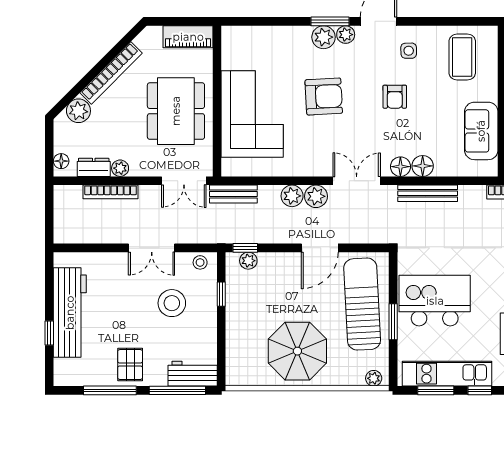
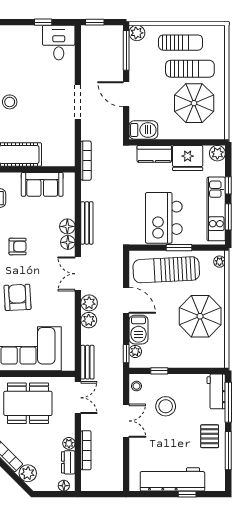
barbecue: (279, 265) -> (138, 330), added
pallet: (130, 365) -> (210, 436), turned 90

